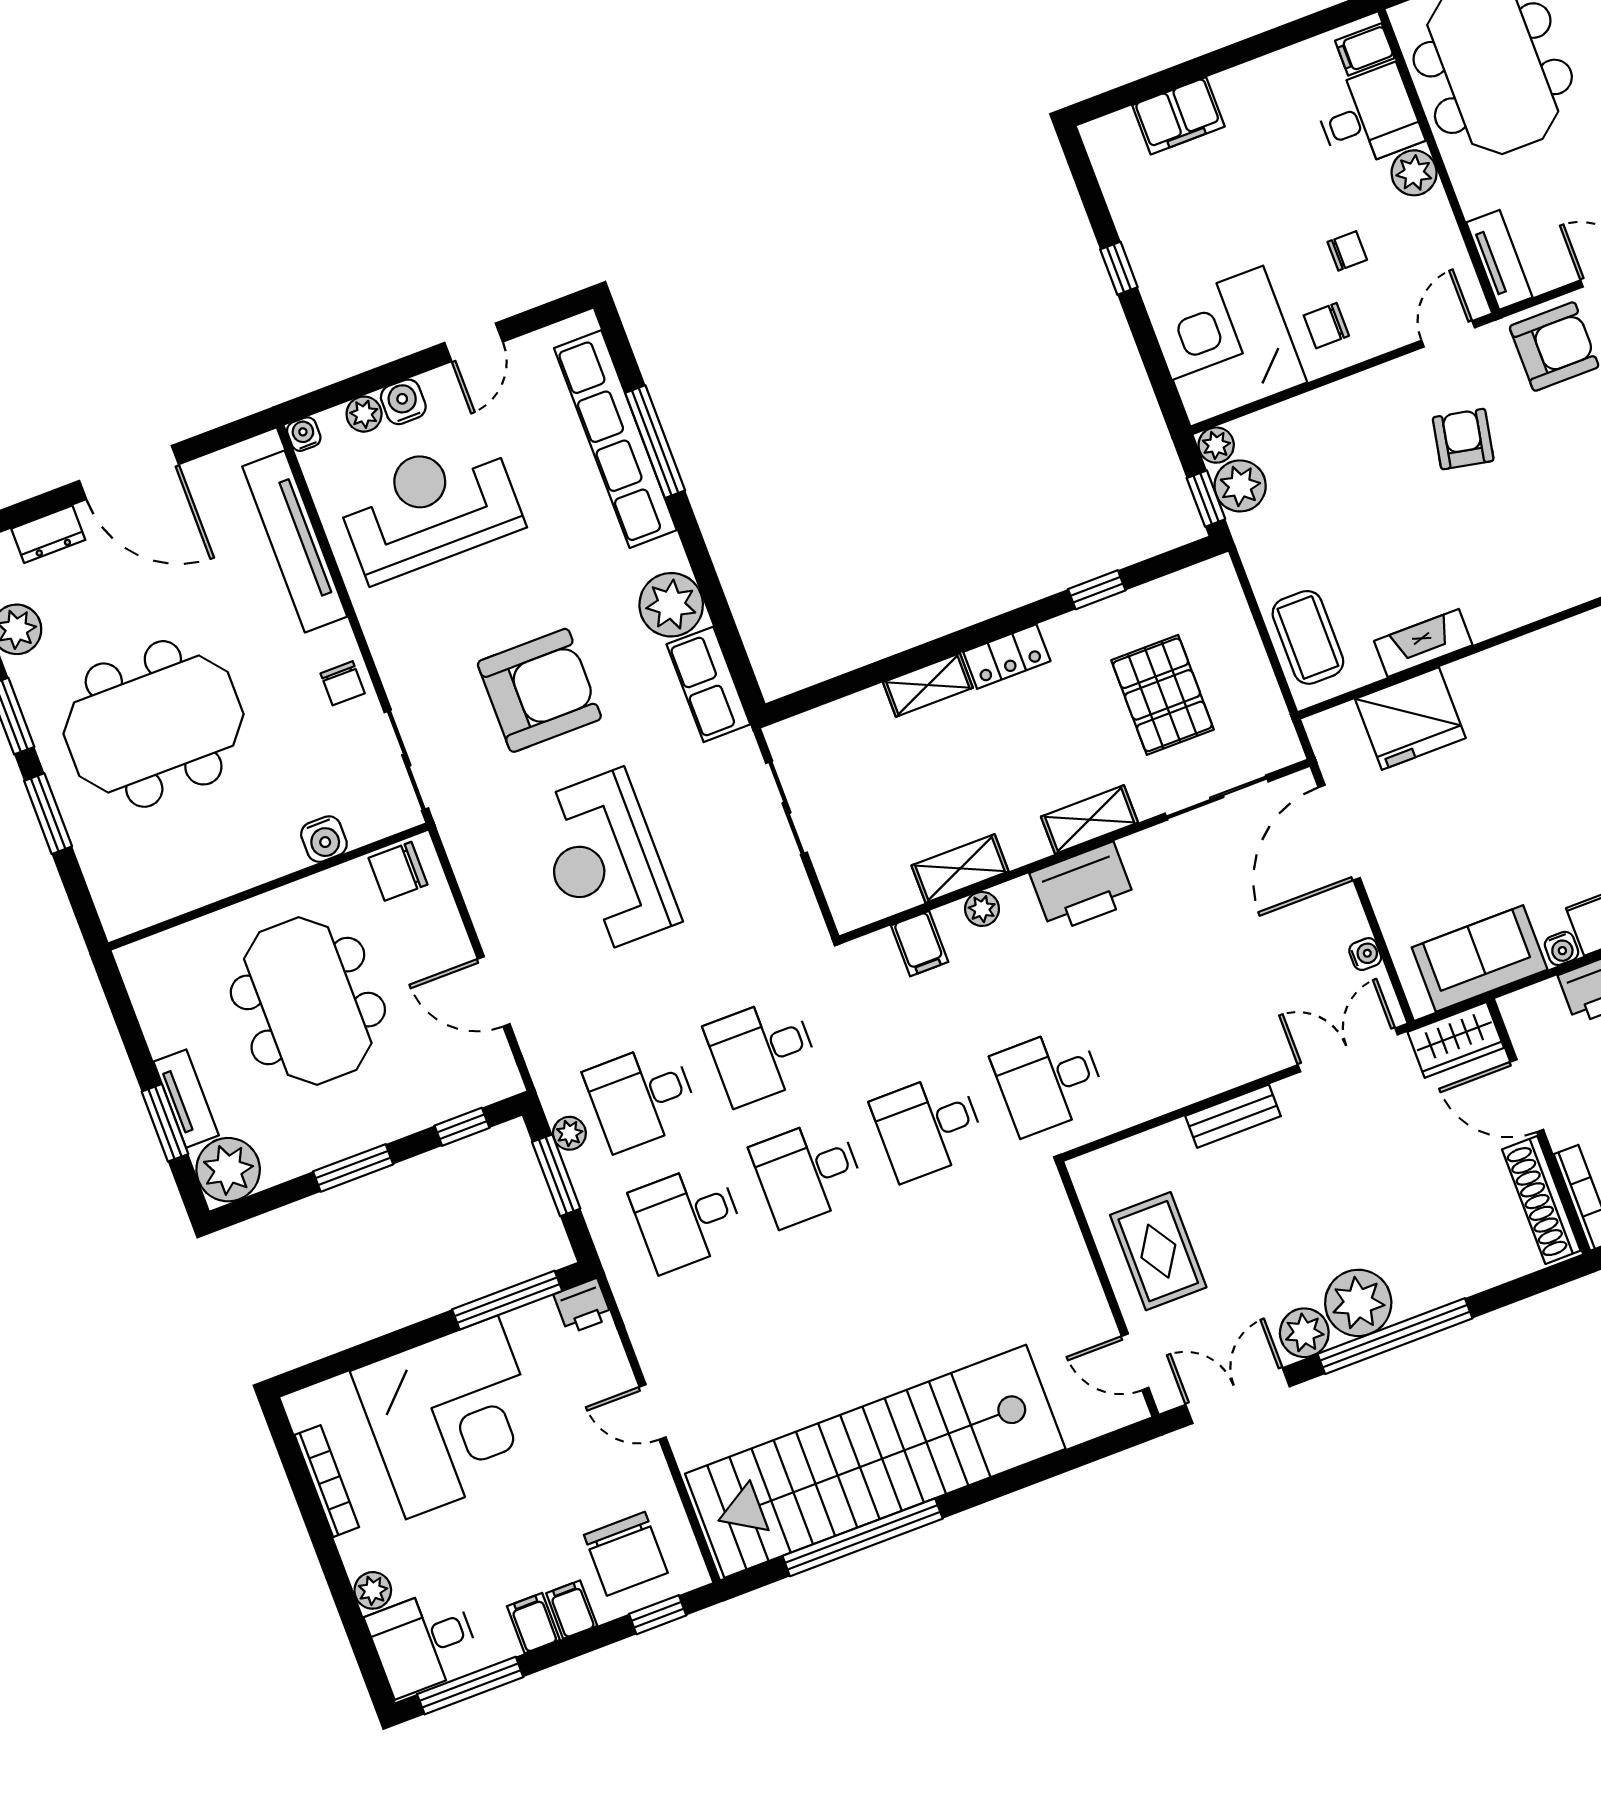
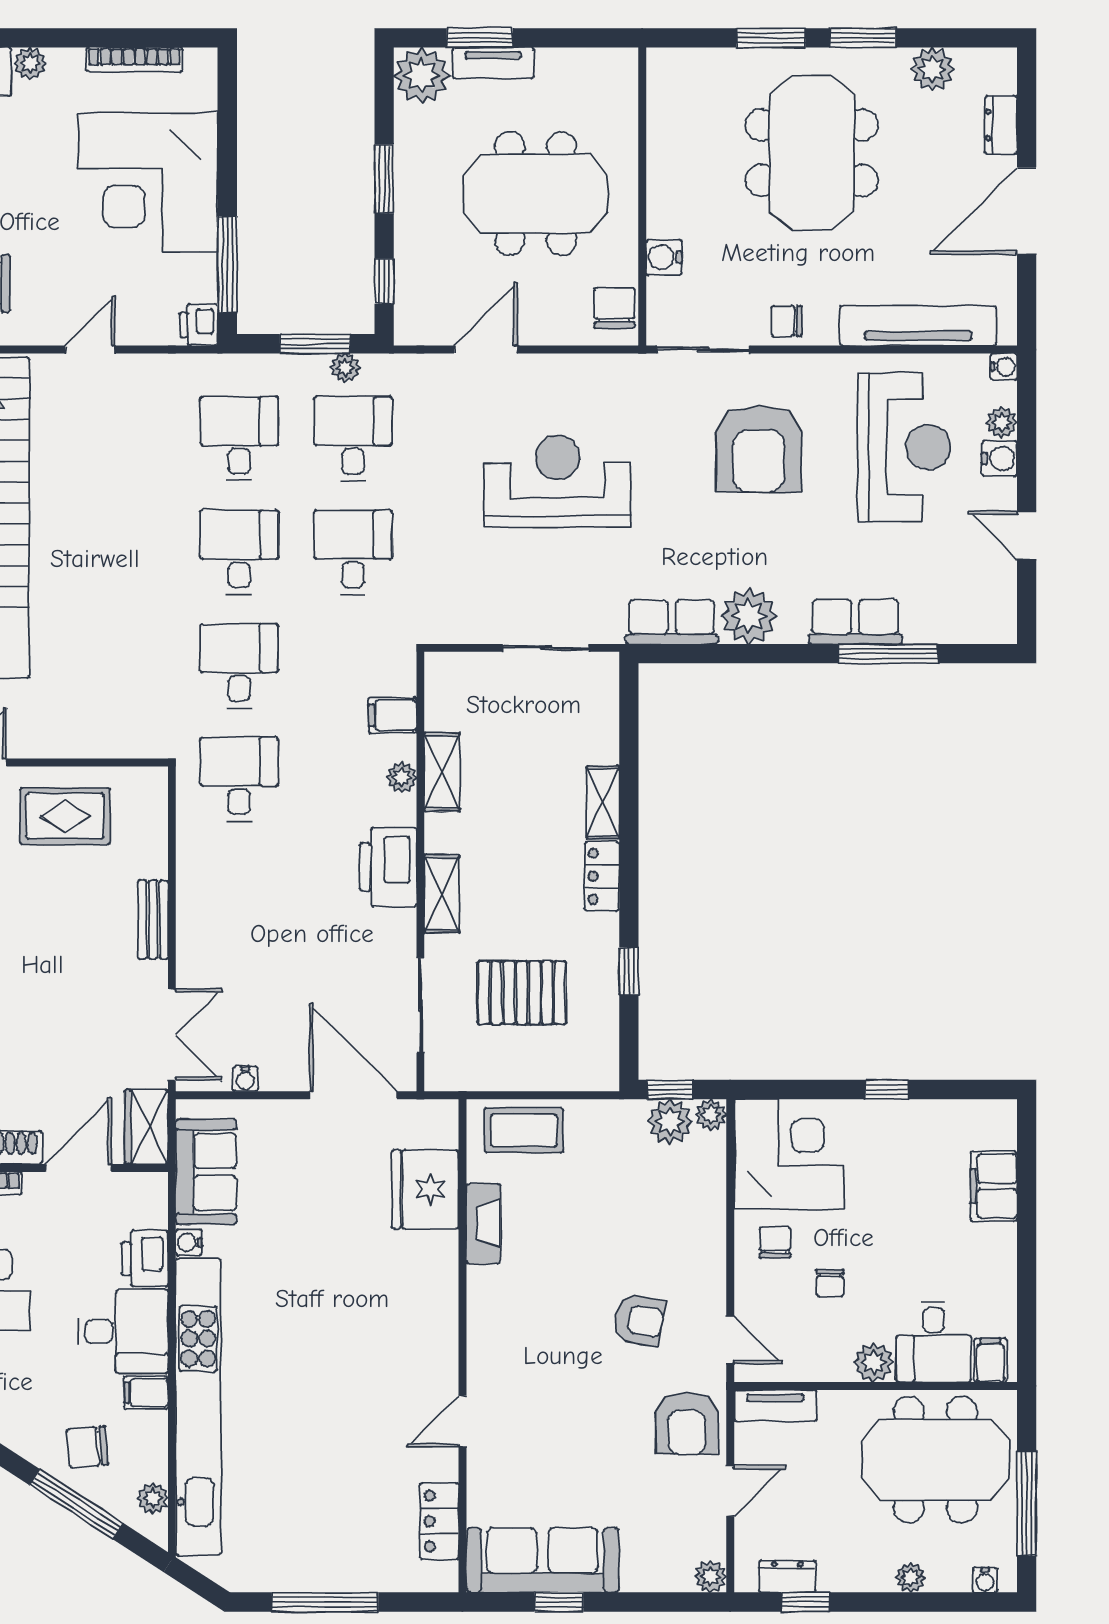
row of seats: (615, 439) -> (855, 622), width x0.50
armchair: (539, 690) -> (759, 449), moved

